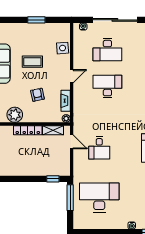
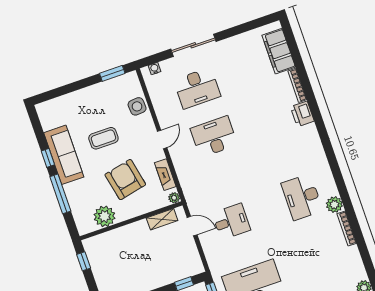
window: (36, 20) -> (112, 73), moved
sliding door: (115, 20) -> (193, 45), width x0.73
armchair: (37, 95) -> (125, 180), width x1.88, depth x1.88
locker: (28, 130) -> (129, 231), removed
desk: (99, 148) -> (231, 222), turned -90

